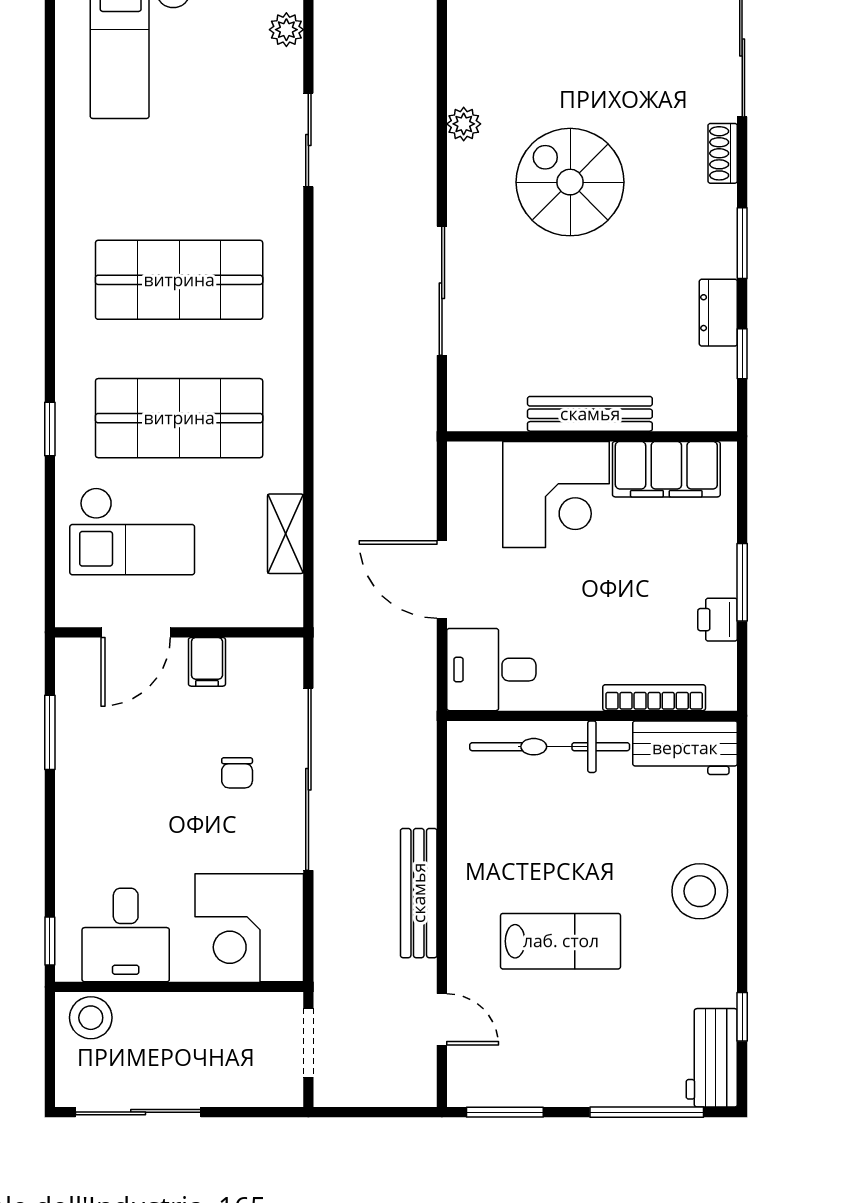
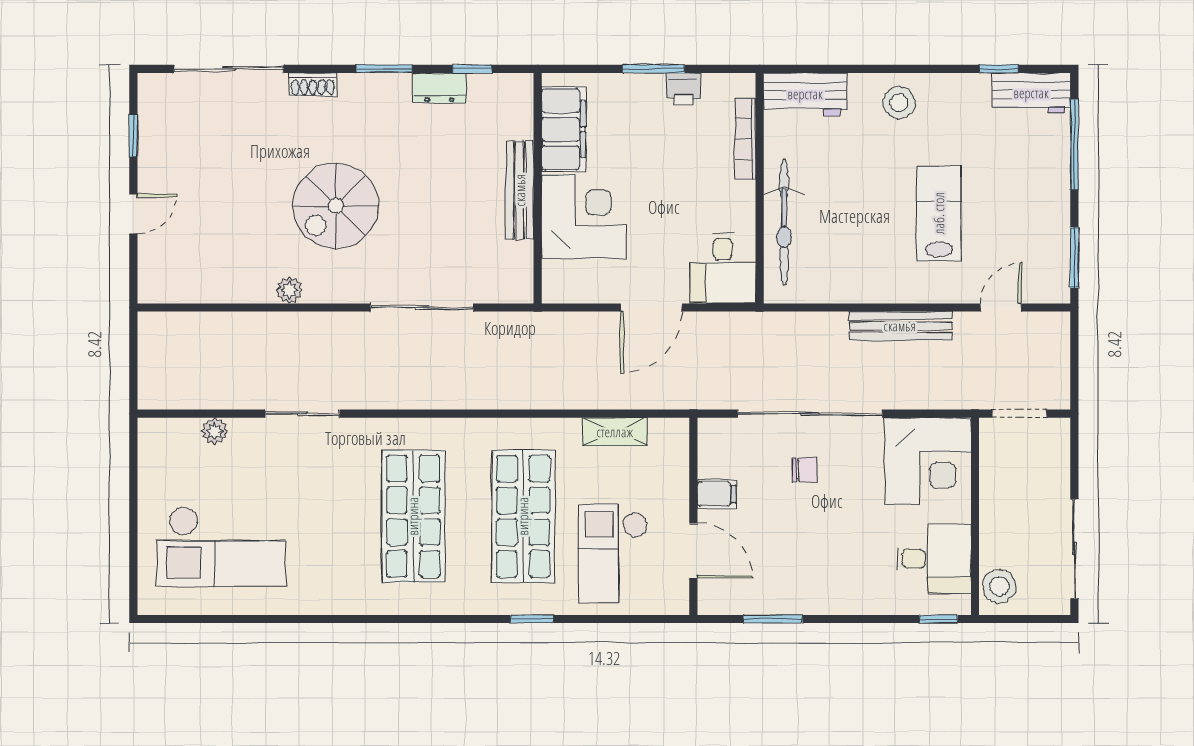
checkout: (132, 531) -> (613, 554), turned 180
workbench: (685, 748) -> (805, 94), moved, turned 90
stool: (700, 891) -> (899, 103), width x0.73, depth x0.73

